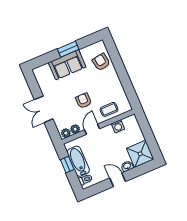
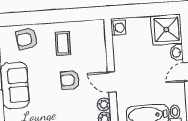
coffee table: (109, 109) -> (63, 43), moved
washing machine: (118, 126) -> (118, 28), moved

